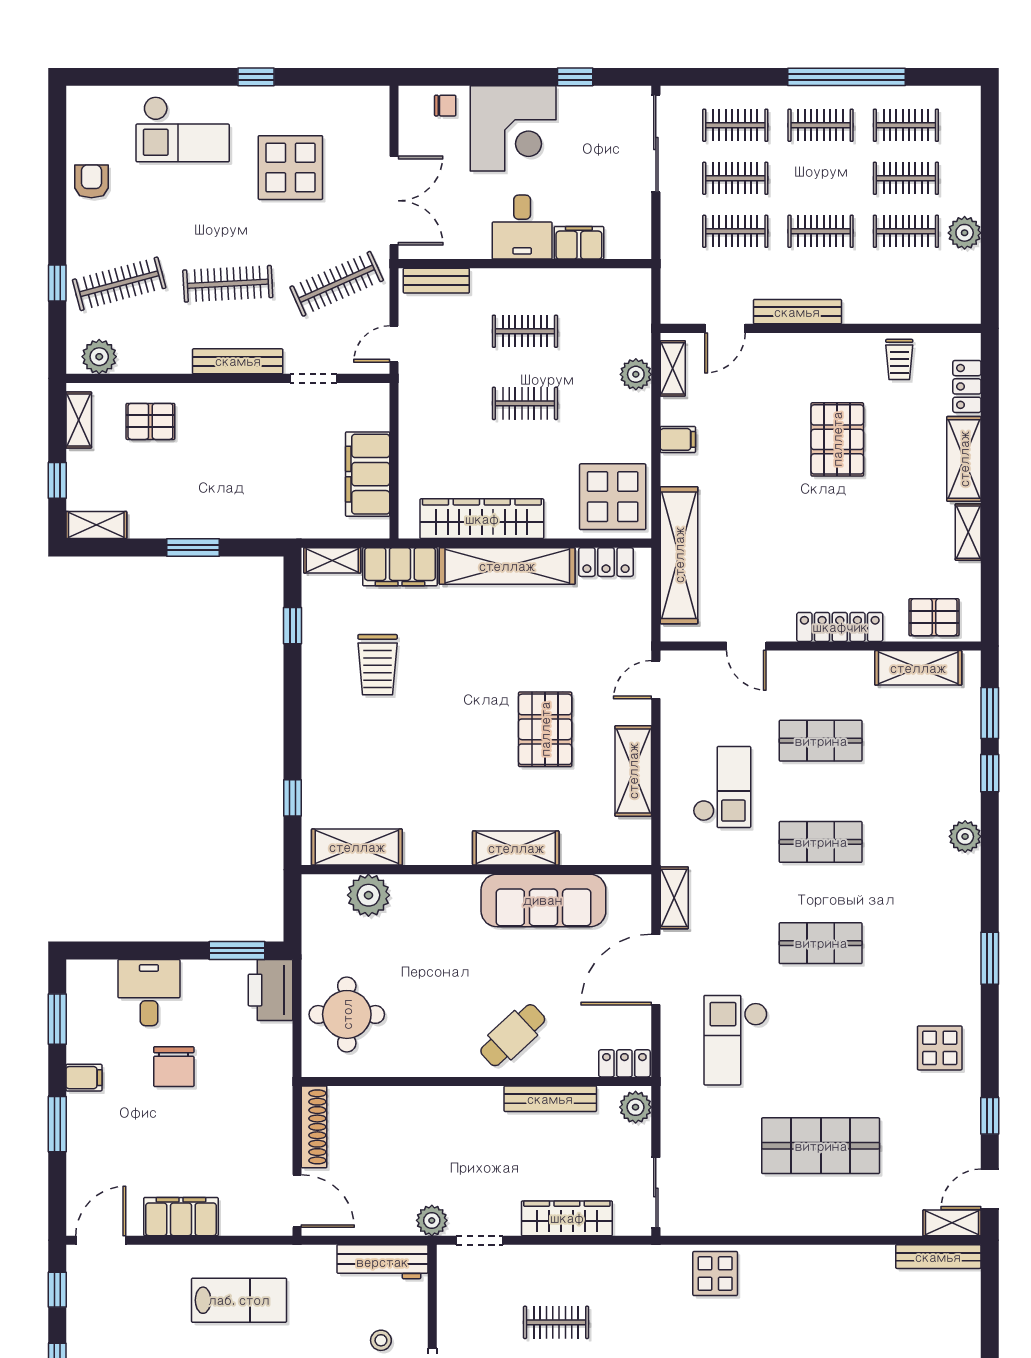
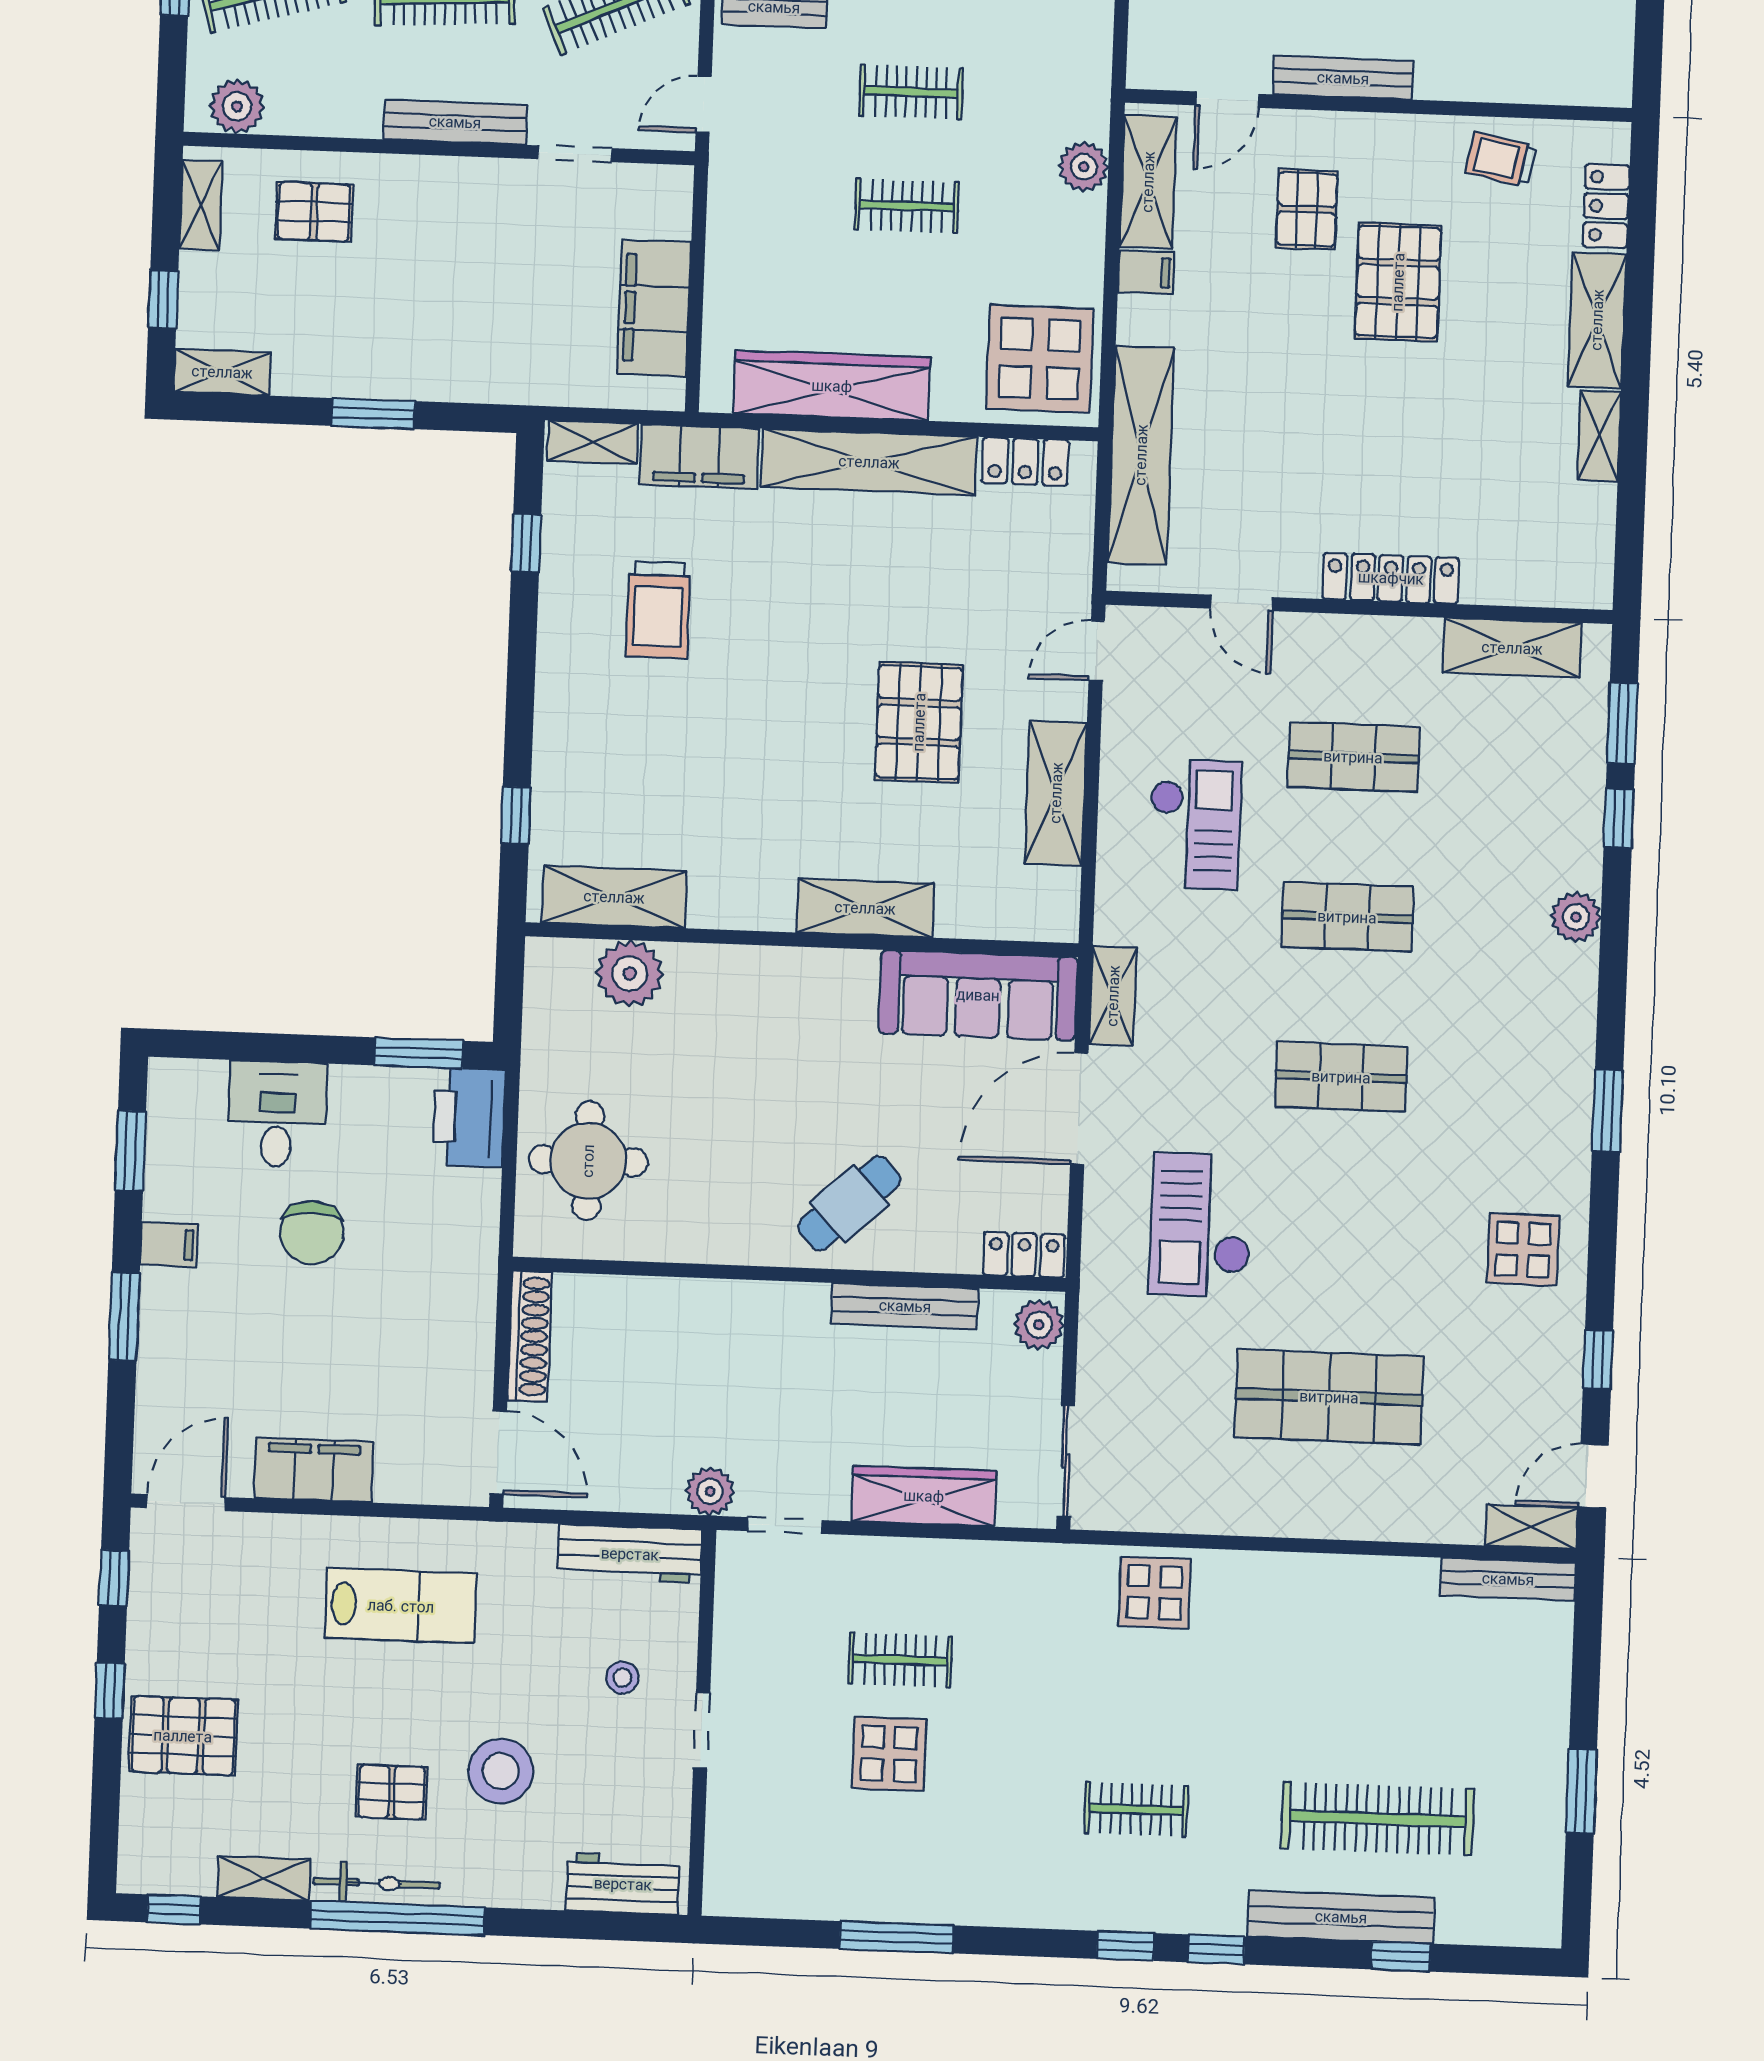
trolley: (899, 359) -> (1501, 159), turned 101
shelving: (673, 368) -> (1148, 182), width x1.50, depth x1.33
pallet: (934, 617) -> (1307, 209), moved, turned 90
sofa: (543, 900) -> (978, 995), moved

